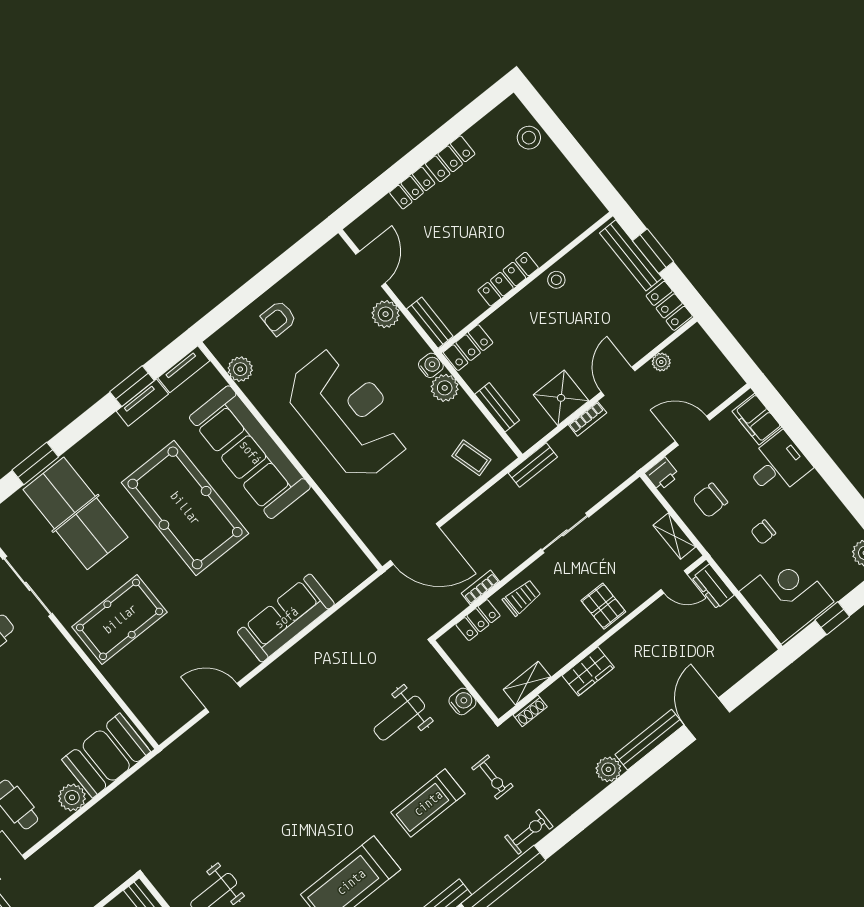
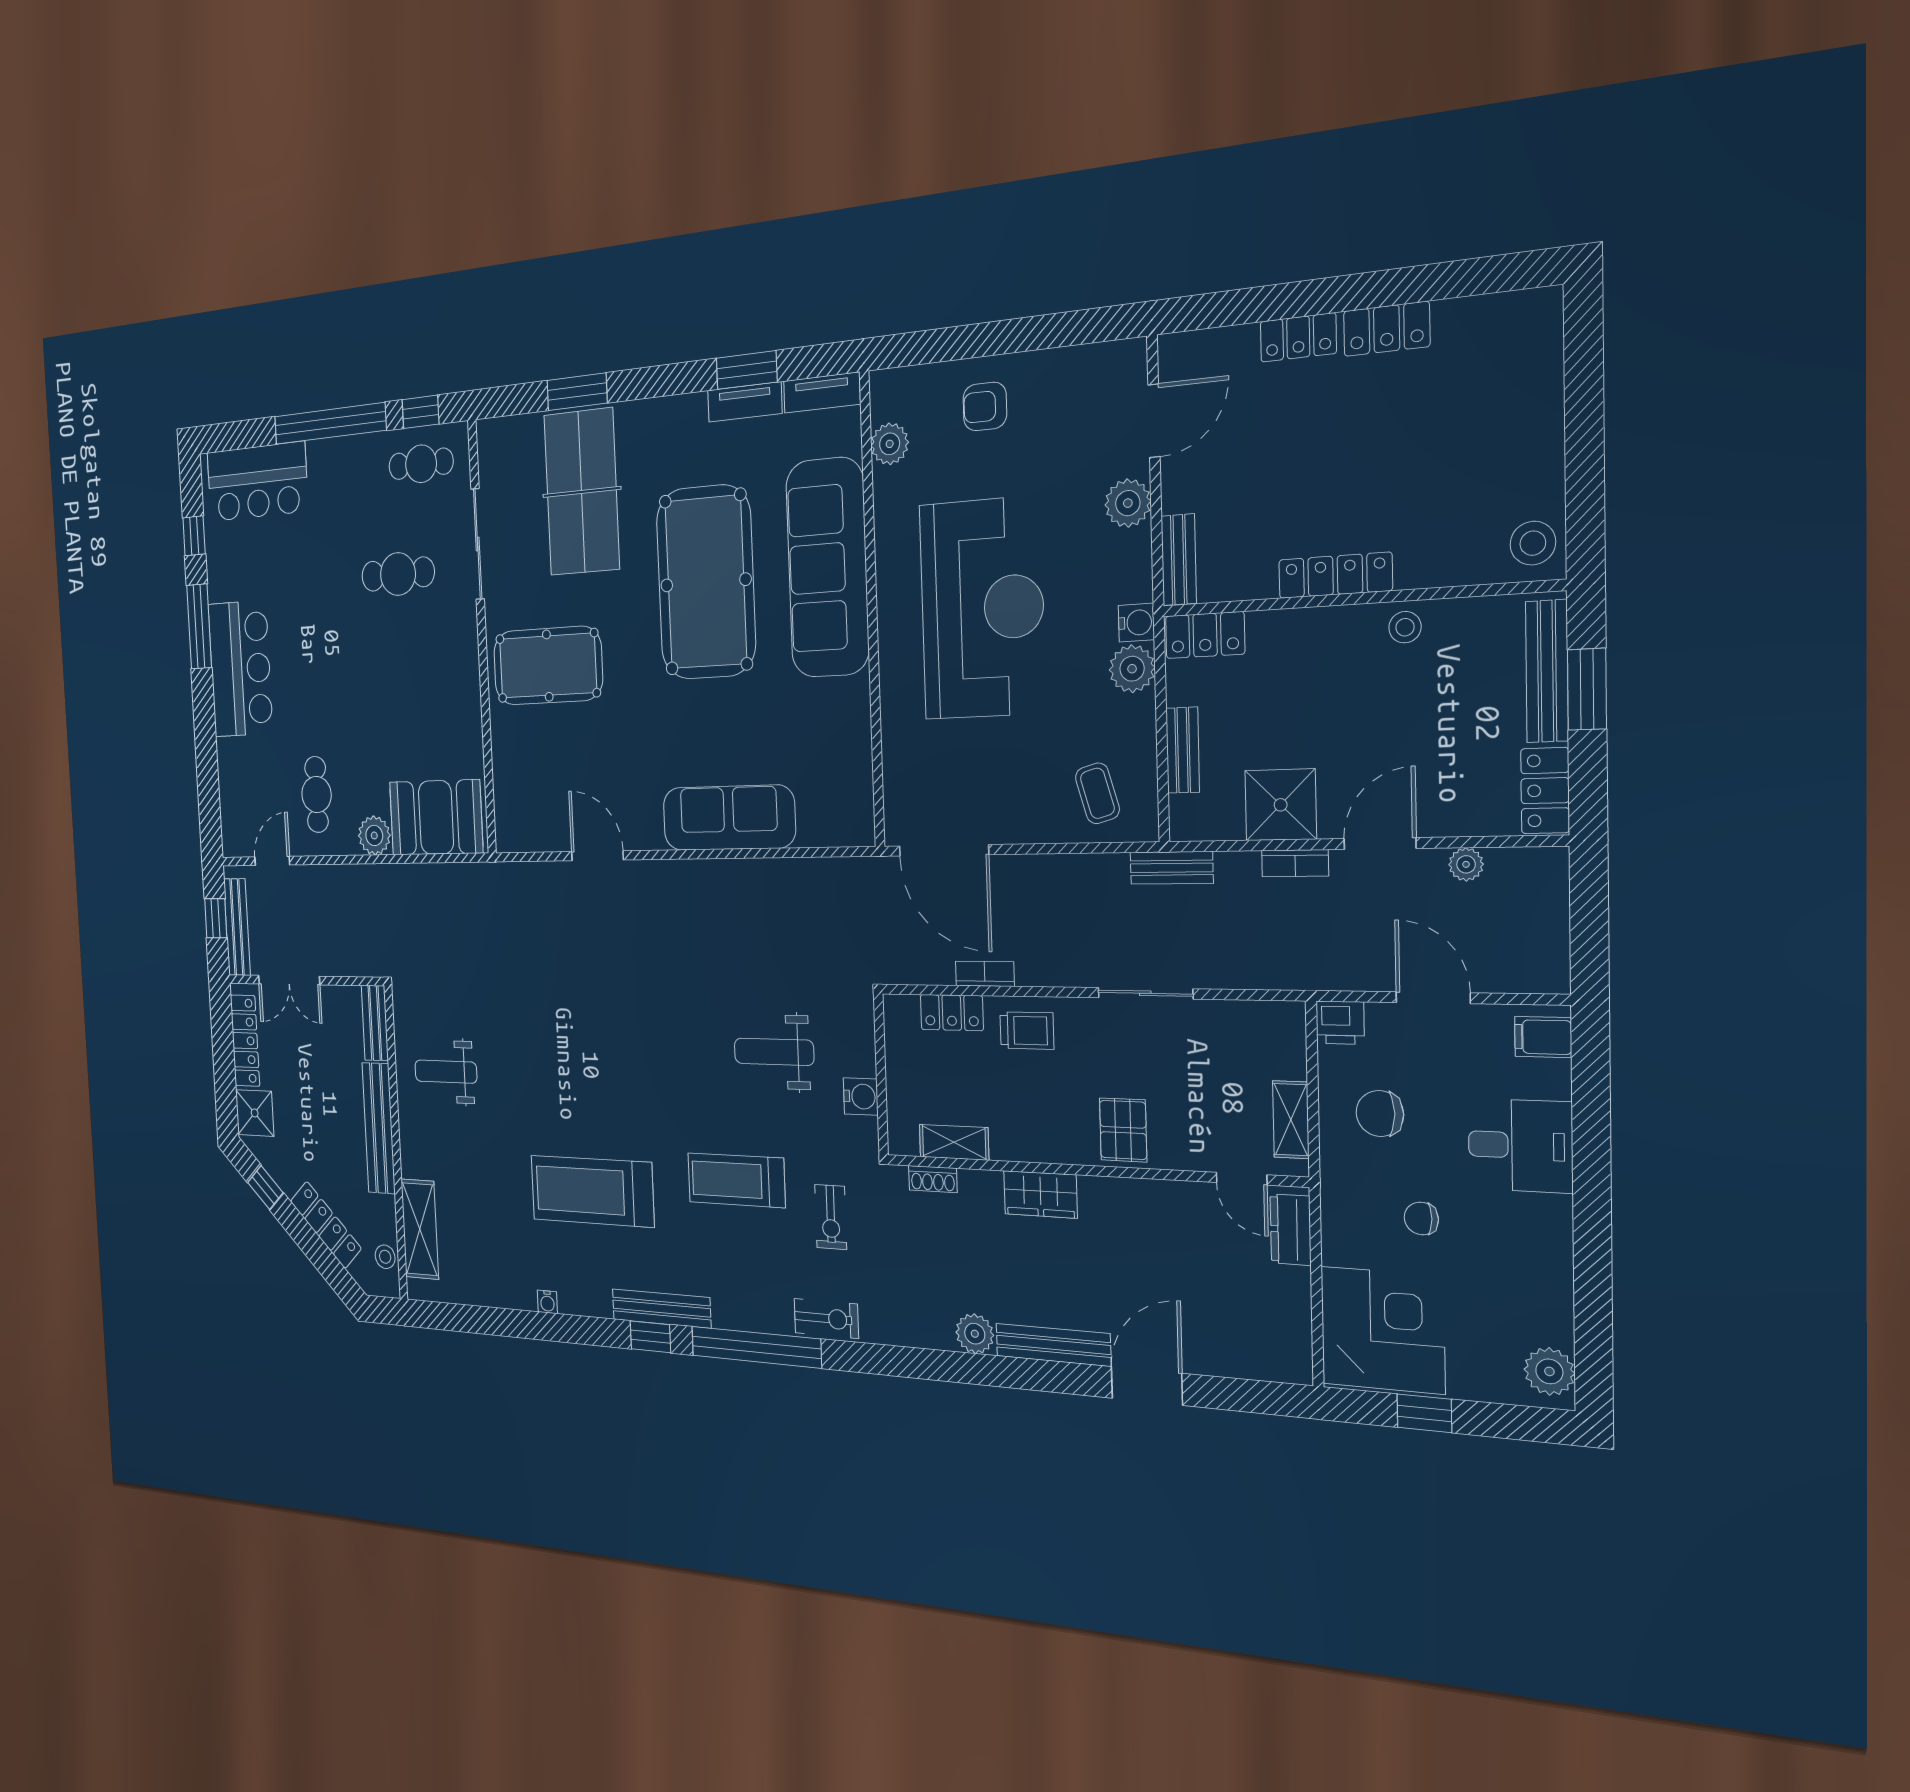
stool: (529, 138) -> (1533, 543), moved
filing cabinet: (757, 419) -> (1543, 1037), width x0.50

